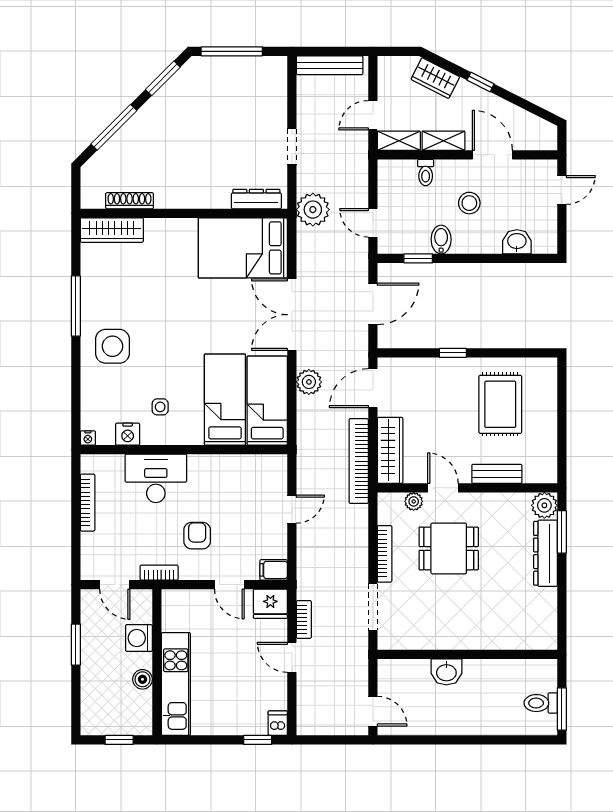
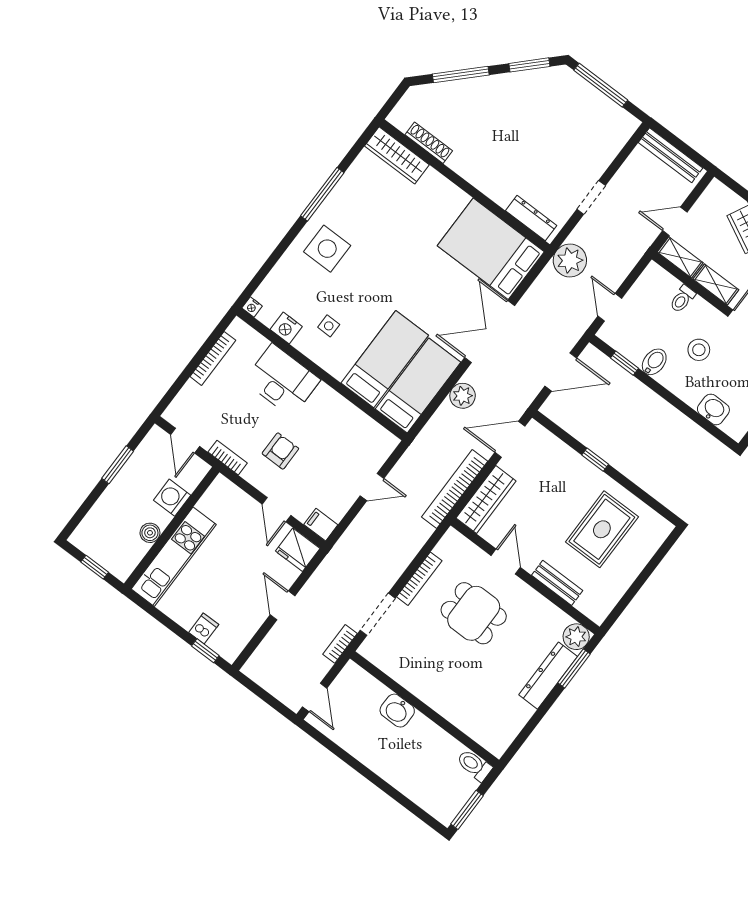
plant: (414, 501) -> (474, 555), removed
bookcase: (304, 619) -> (340, 644), moved, turned 180
toilet: (541, 703) -> (474, 765), moved
dishwasher: (278, 723) -> (204, 628), moved

